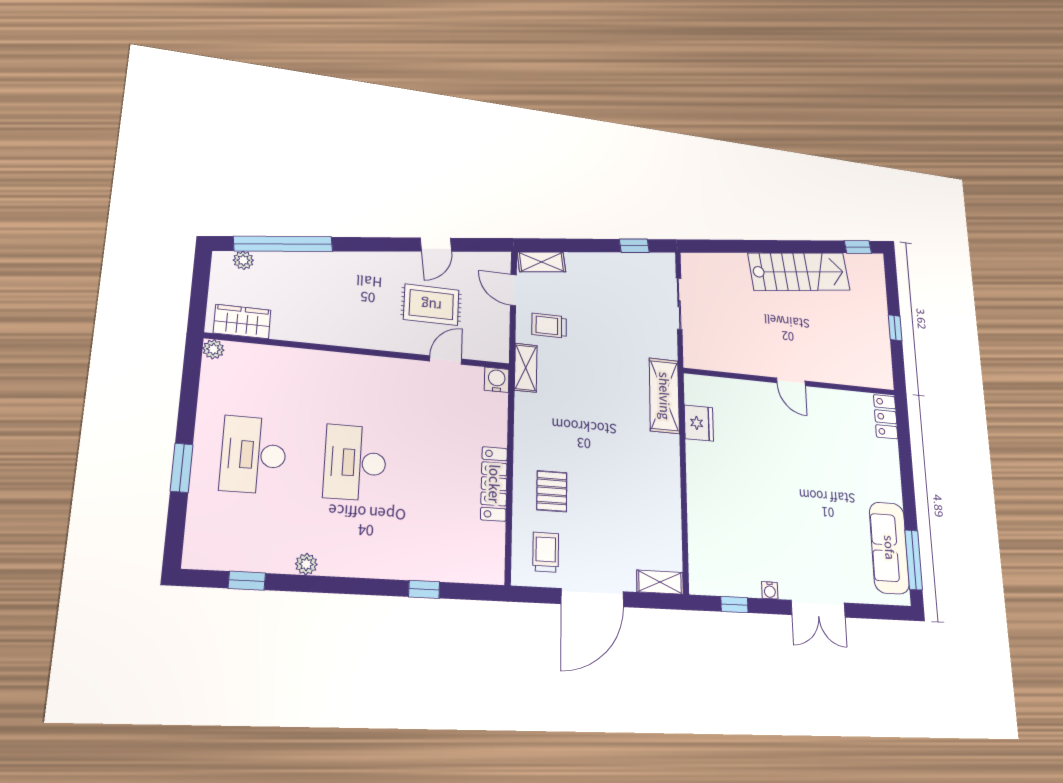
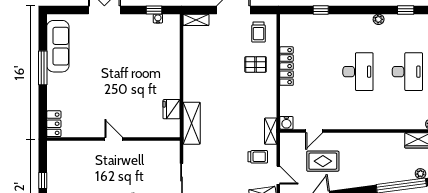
pallet: (552, 491) -> (256, 64), turned 90
window: (914, 560) -> (43, 68), moved
water cooler: (770, 590) -> (158, 19), moved

